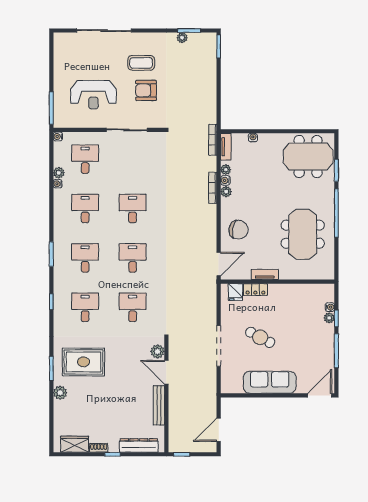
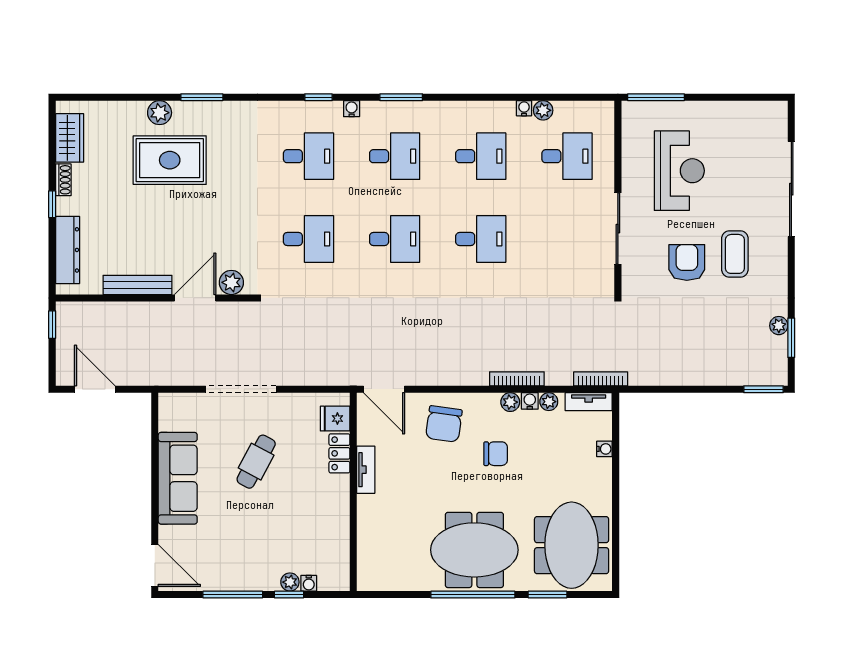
reception desk: (93, 95) -> (679, 171), turned 180
water cooler: (58, 136) -> (352, 109), moved
chair: (256, 200) -> (496, 454), added
meeting table: (303, 234) -> (474, 550), moved
rug: (83, 362) -> (170, 160), moved, turned 90

